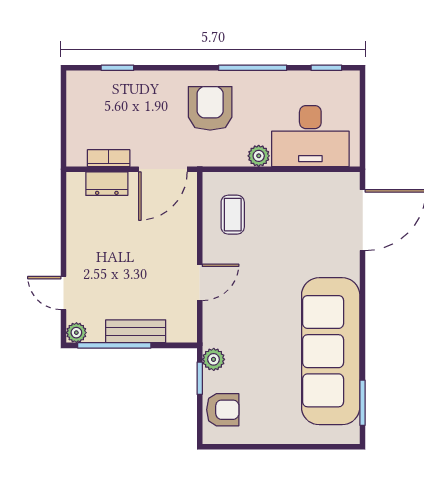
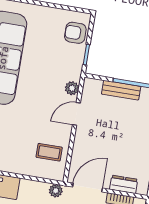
plant: (259, 156) -> (56, 191), moved
coffee table: (233, 215) -> (49, 152), turned 90
plant: (214, 359) -> (72, 88), moved

